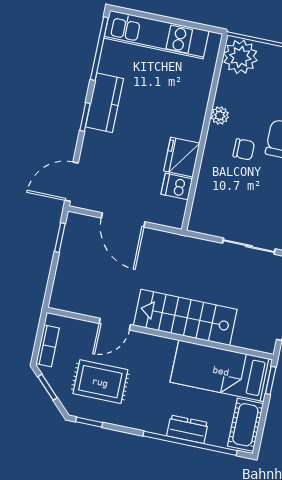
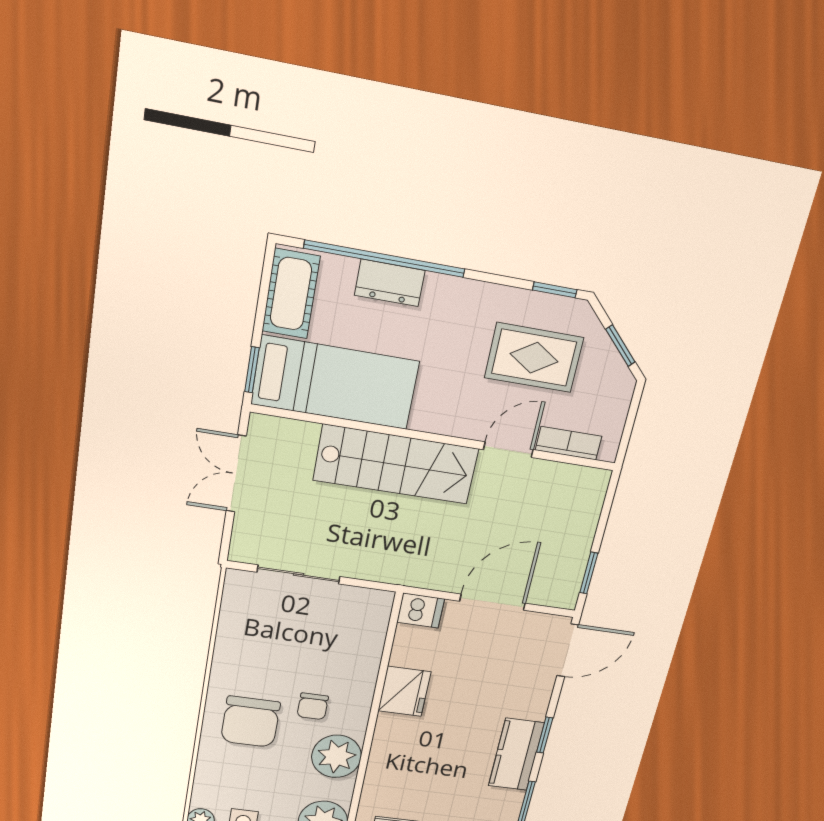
plant: (220, 115) -> (336, 756), width x1.87, depth x1.87
chair: (244, 149) -> (313, 706), turned -90
dishwasher: (177, 187) -> (421, 611), moved
door: (123, 220) -> (492, 602), hinge flipped
bookcase: (48, 346) -> (569, 443), moved, turned 90

